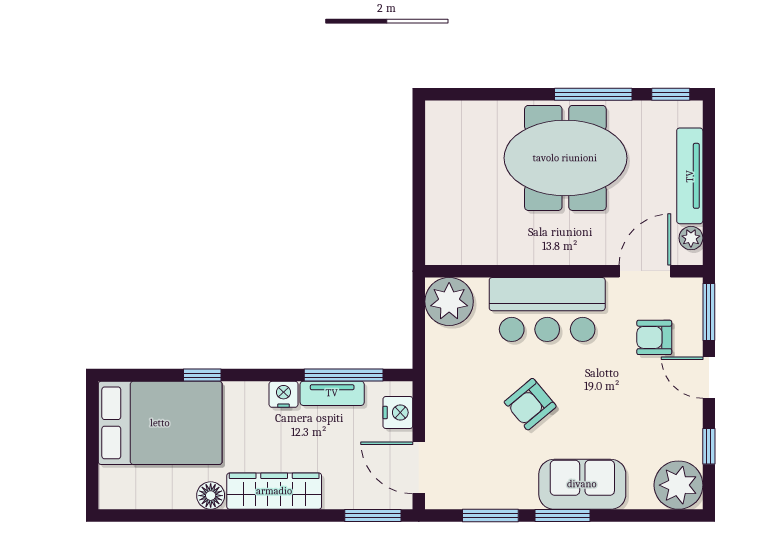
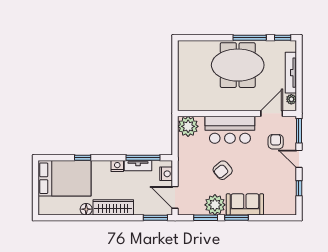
armchair: (654, 337) -> (276, 142), turned 90
plant: (678, 485) -> (215, 205), moved

